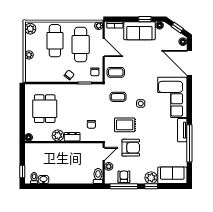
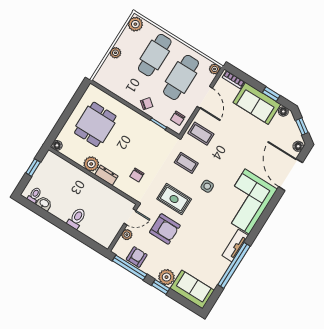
window: (22, 171) -> (33, 168), moved
toilet: (98, 176) -> (77, 218), moved

